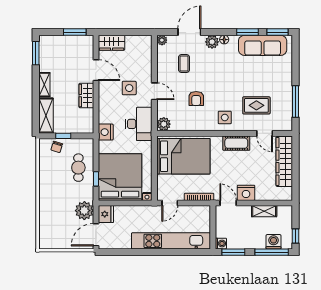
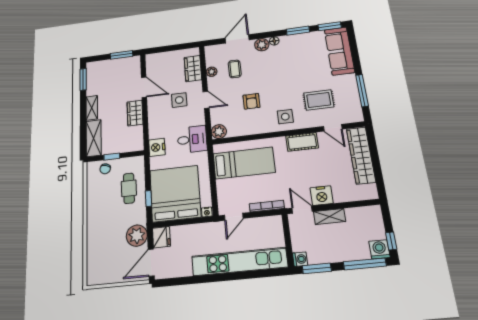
plant: (162, 40) -> (212, 72), moved
wardrobe: (112, 43) -> (193, 69), moved, turned 90
sofa: (263, 45) -> (339, 51), moved, turned 90
desk: (139, 124) -> (192, 139), width x0.73
bed: (183, 156) -> (244, 163), width x0.67
shelving: (264, 211) -> (329, 216), moved
washing machine: (274, 242) -> (379, 249), moved

